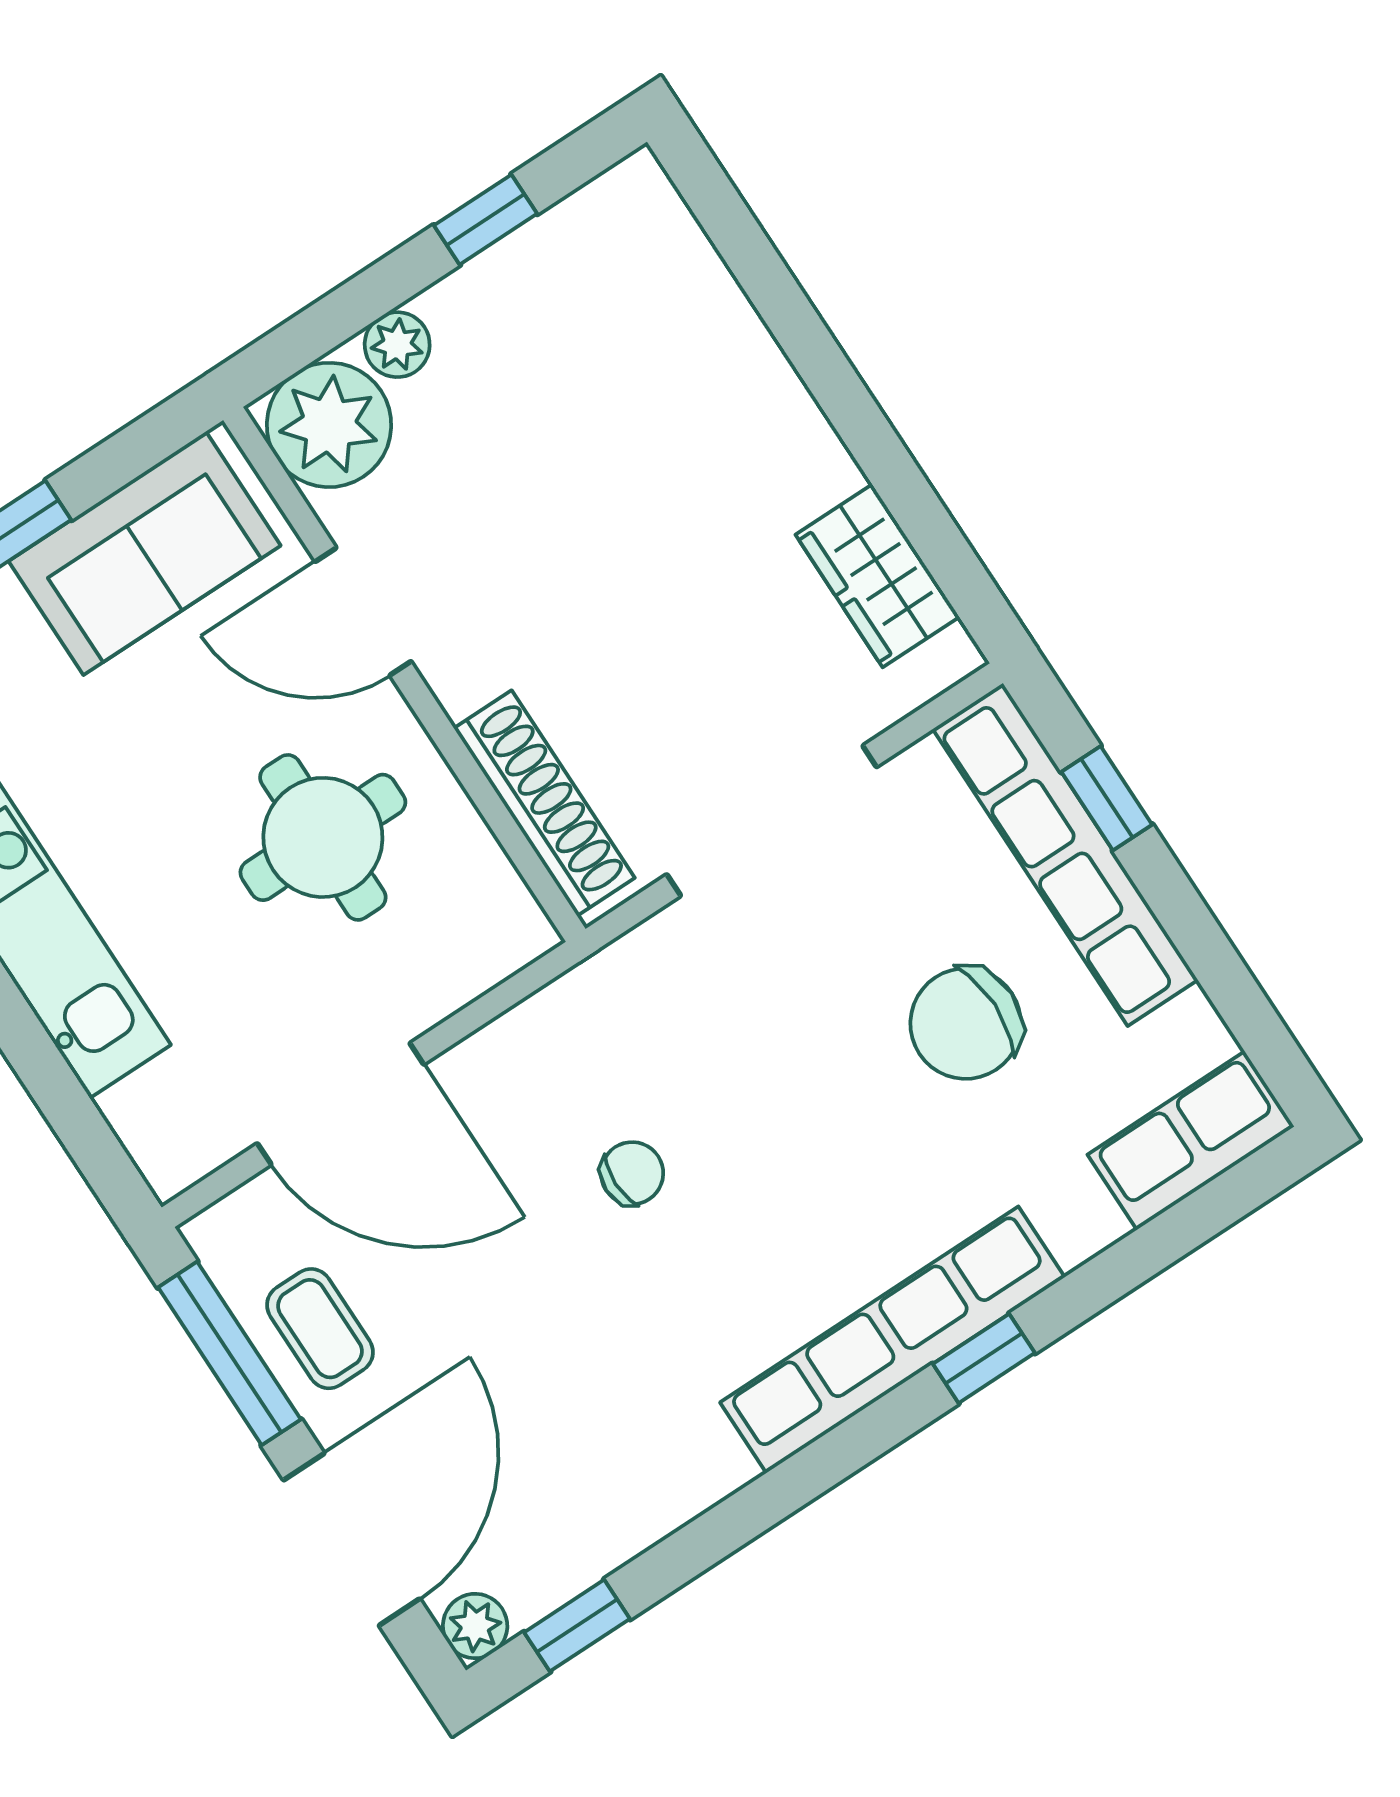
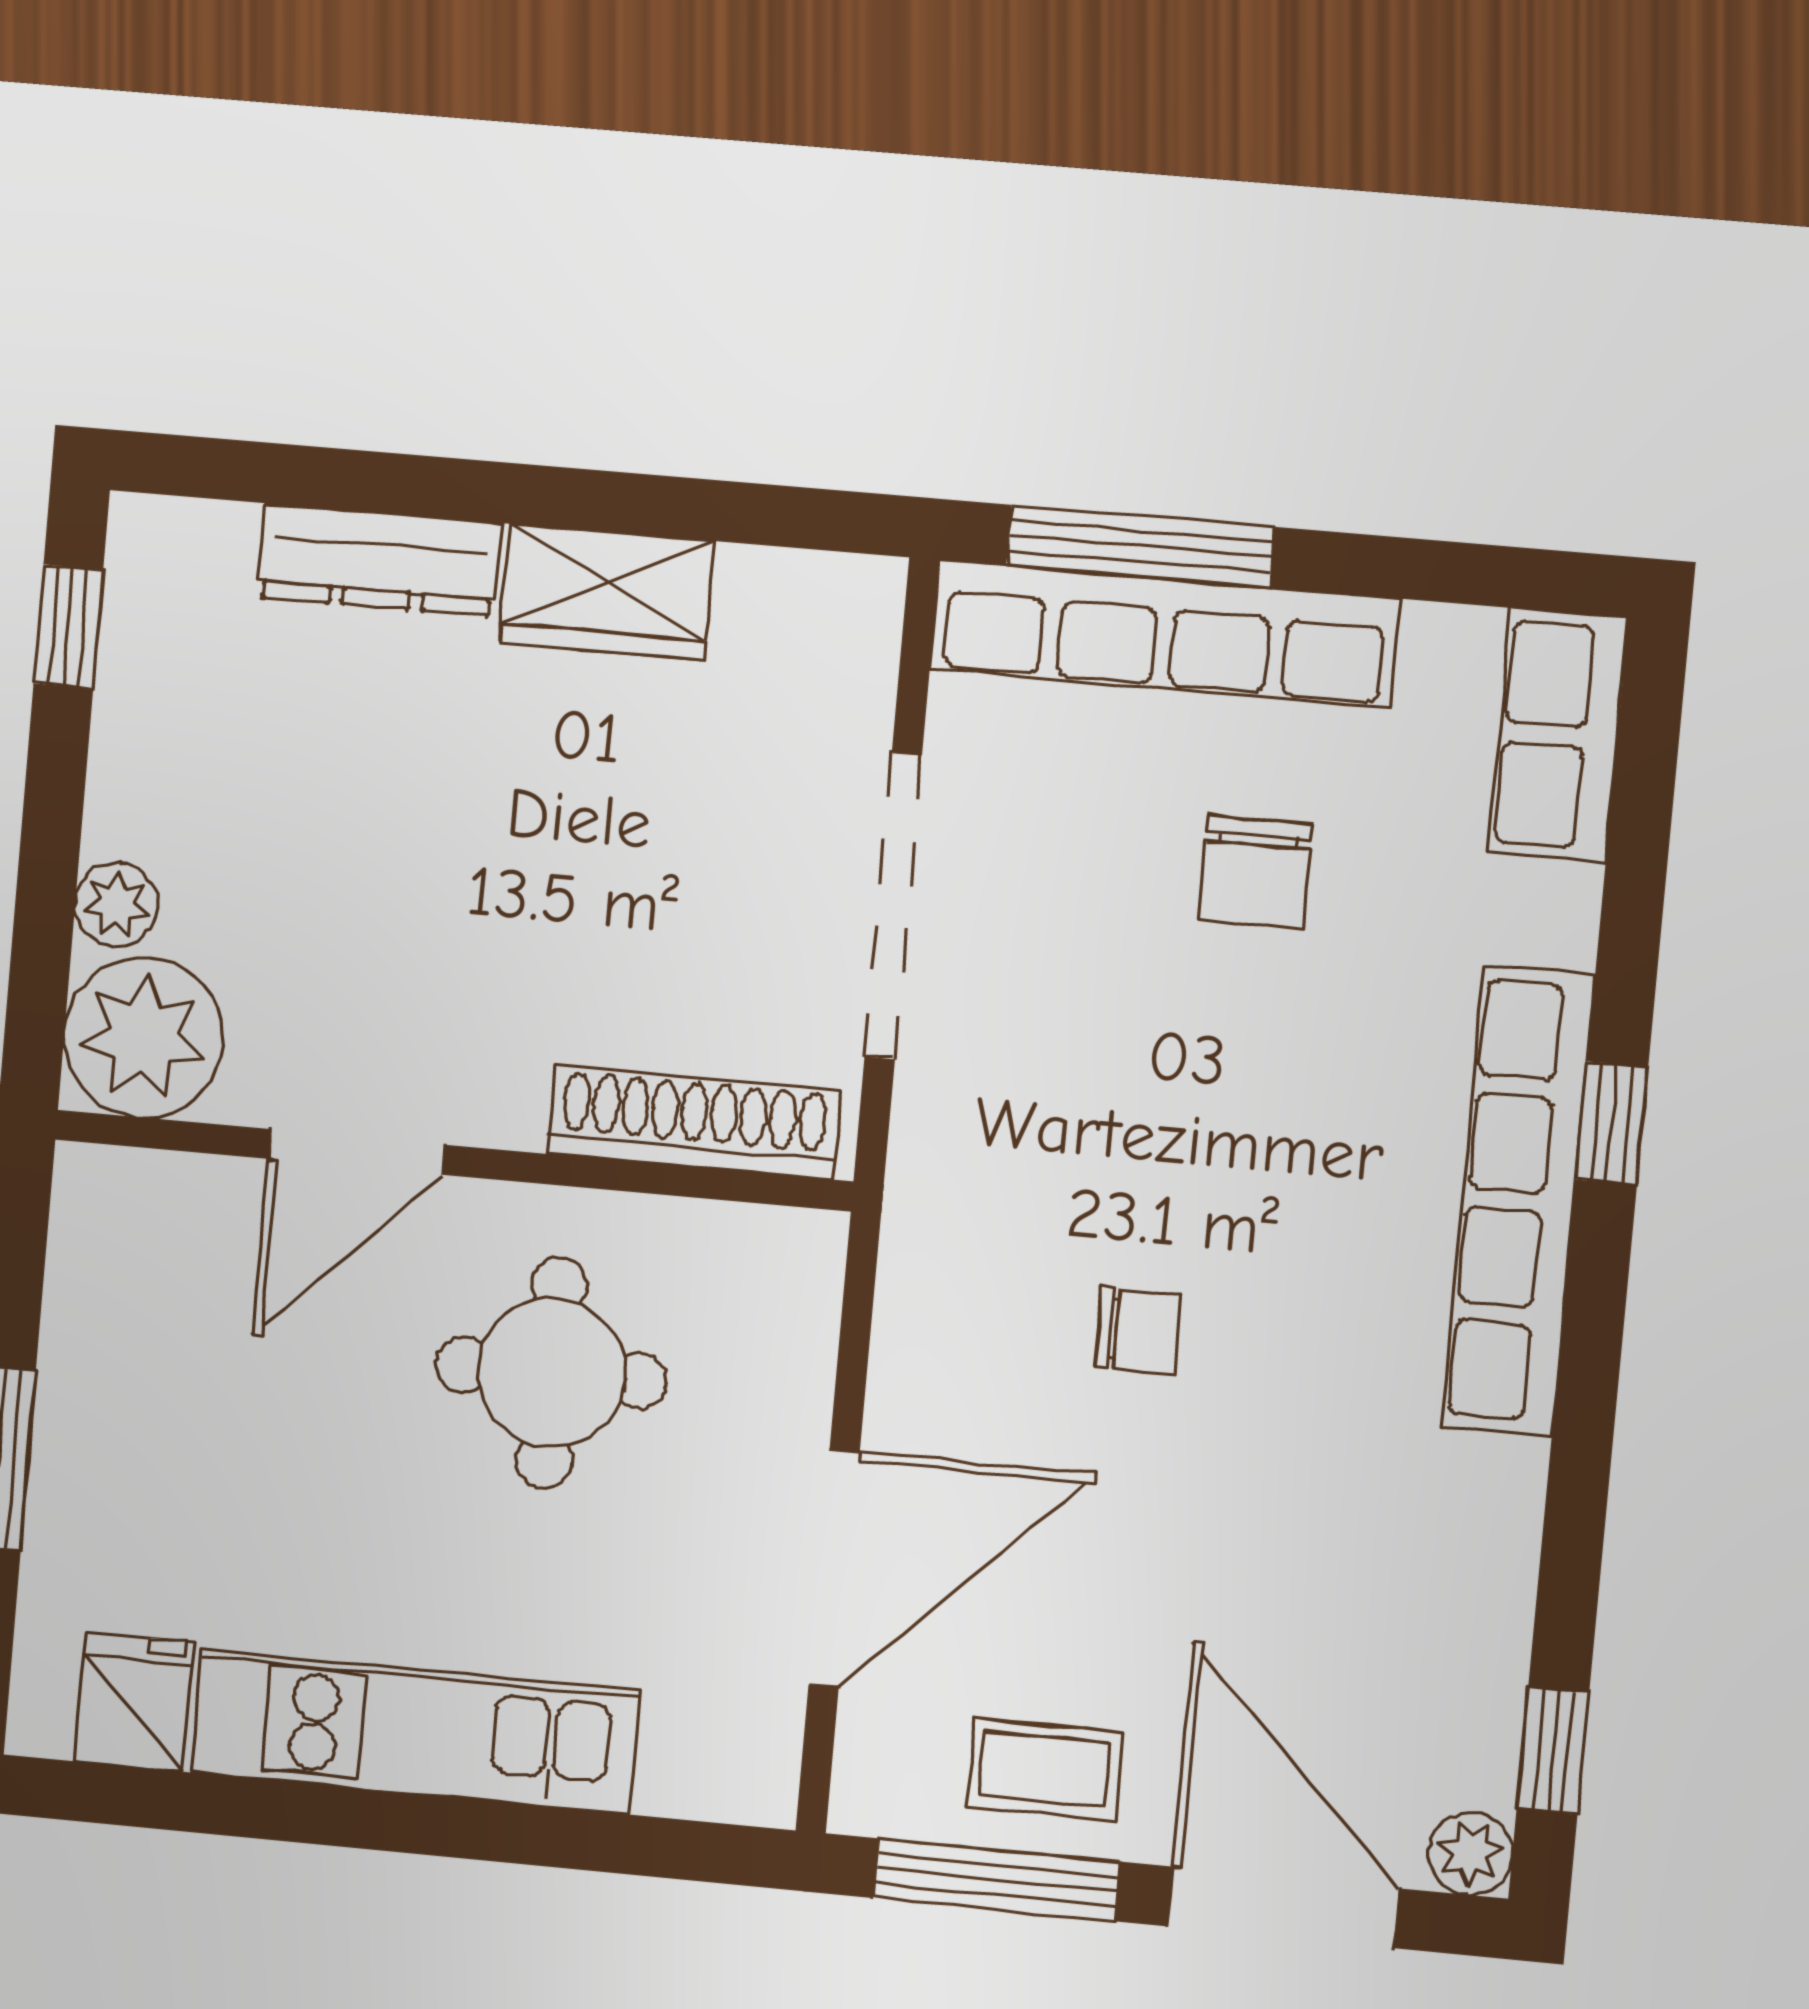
window: (486, 220) -> (68, 626), moved
dresser: (735, 341) -> (379, 560), added
sofa: (145, 553) -> (127, 1325), removed
wardrobe: (877, 576) -> (607, 592), moved
window: (1107, 798) -> (1141, 546), width x2.17
chair: (966, 1024) -> (1256, 872), width x0.73, depth x0.73
chair: (632, 1173) -> (1138, 1331), turned 90

